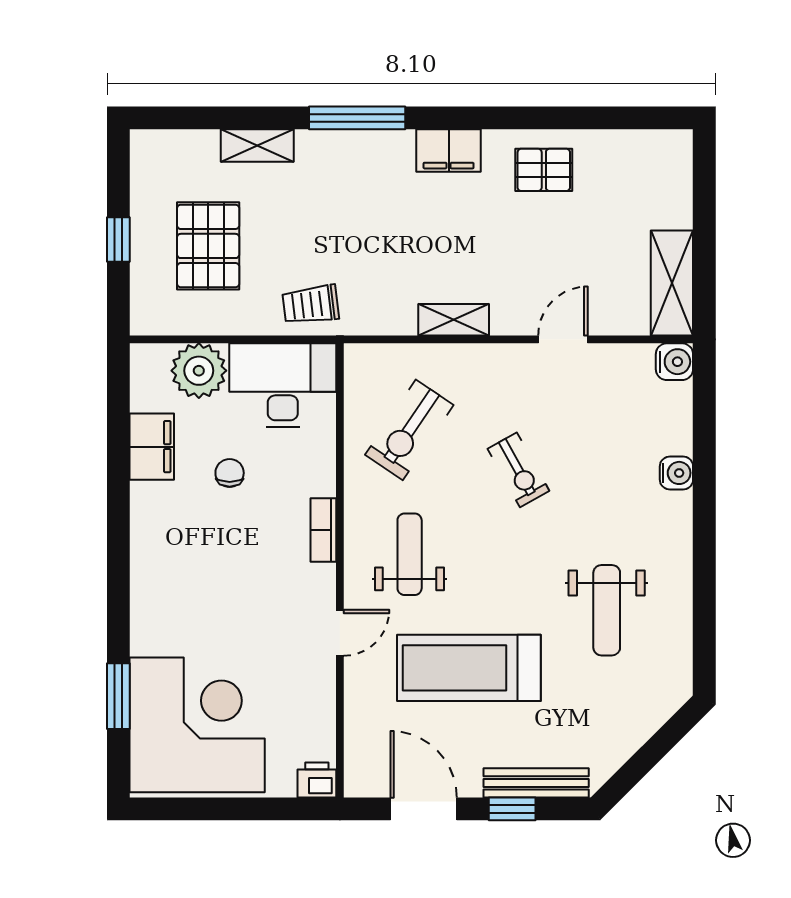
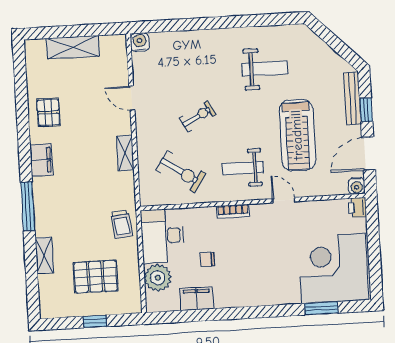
shelving: (672, 283) -> (73, 47), moved
water cooler: (676, 473) -> (357, 186), moved, turned 180

